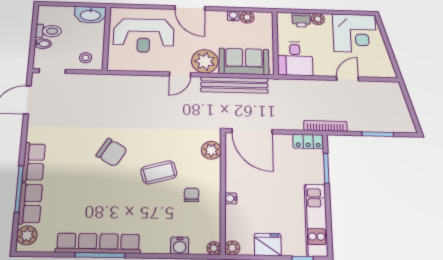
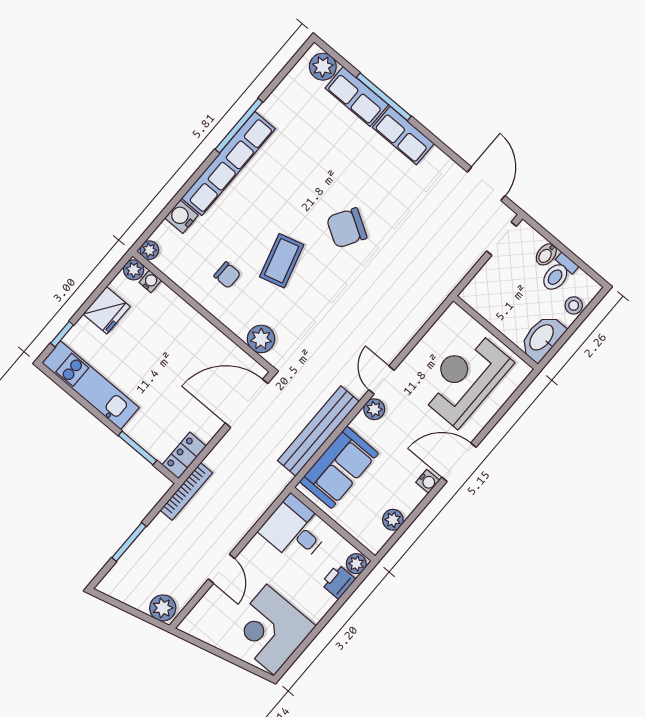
water cooler: (233, 16) -> (428, 481), moved
plant: (318, 19) -> (356, 564), moved
stool: (86, 58) -> (574, 305), moved
plant: (205, 61) -> (374, 409), width x0.53, depth x0.53
plant: (394, 92) -> (163, 608), added
water cooler: (231, 198) -> (150, 281), moved
row of seats: (98, 243) -> (228, 163), moved

